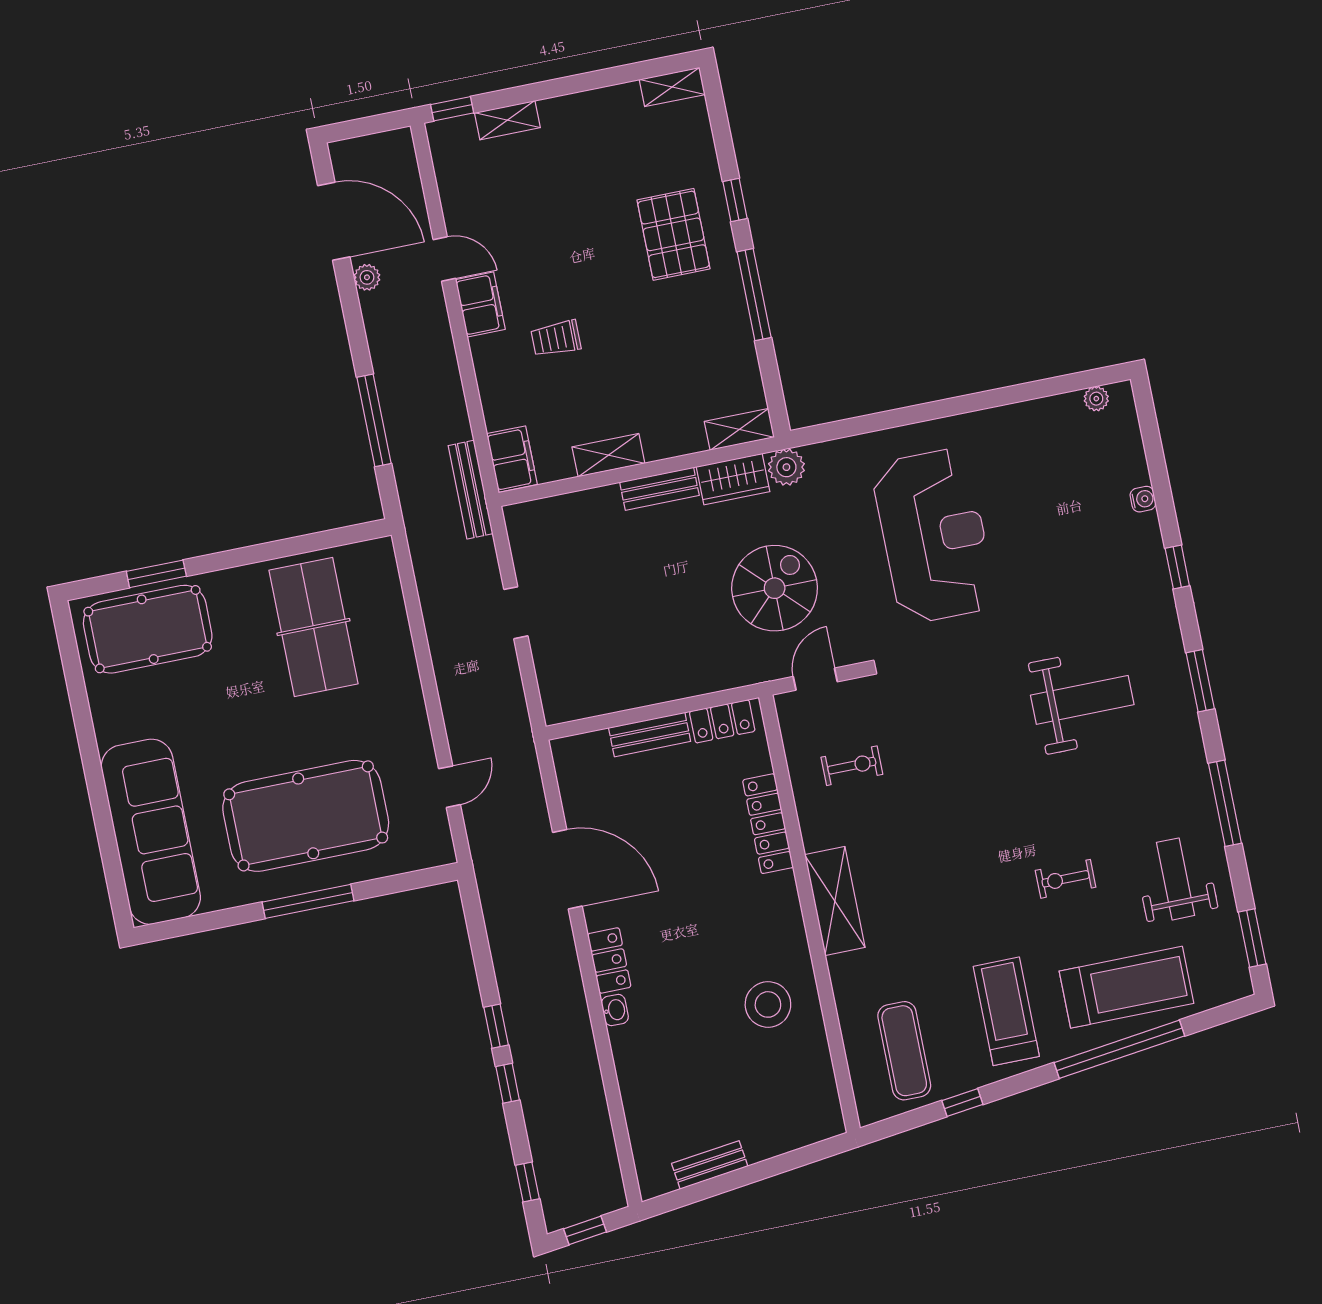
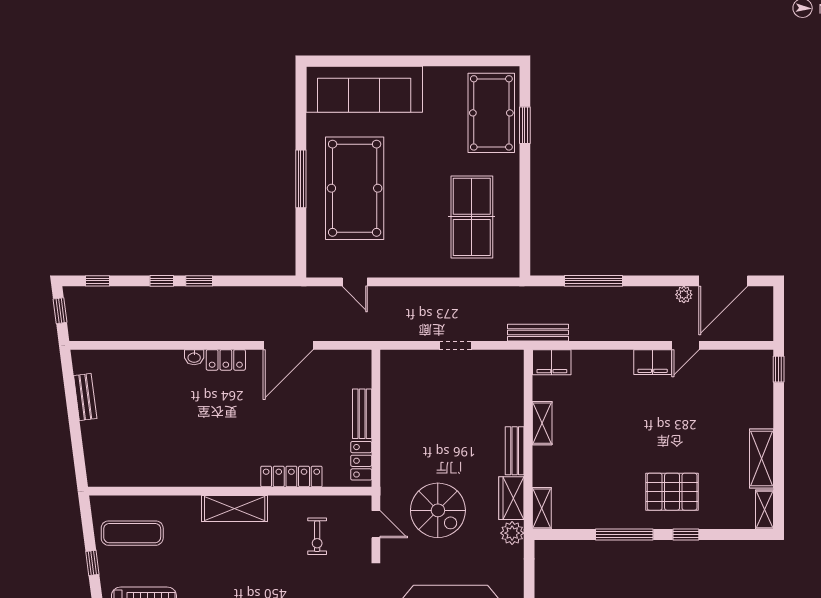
shelving: (507, 120) -> (761, 459), moved, width x1.50, depth x1.33
trolley: (556, 338) -> (622, 405), removed
table tennis table: (313, 627) -> (472, 217), turned 90
stool: (768, 1004) -> (178, 454), removed

